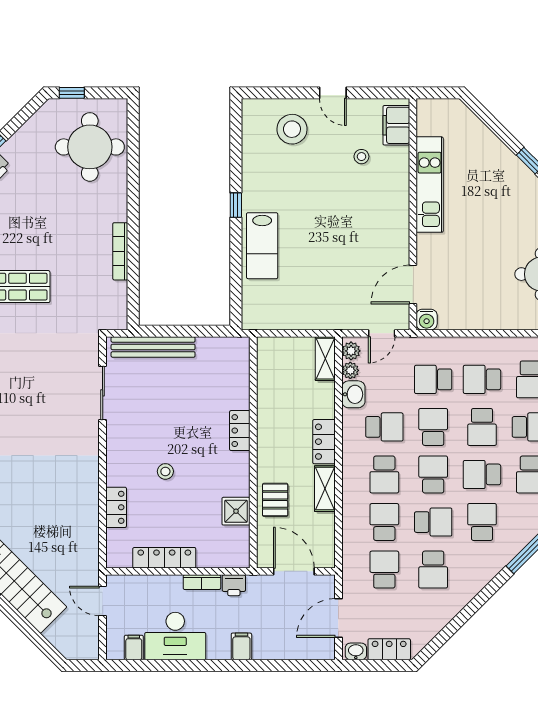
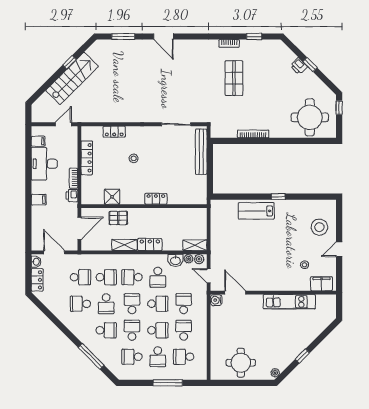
school desk: (482, 427) -> (158, 330), turned 180
school desk: (433, 474) -> (132, 304), turned -90

